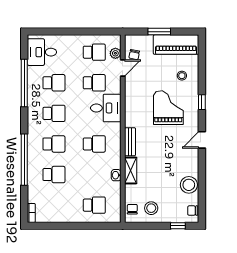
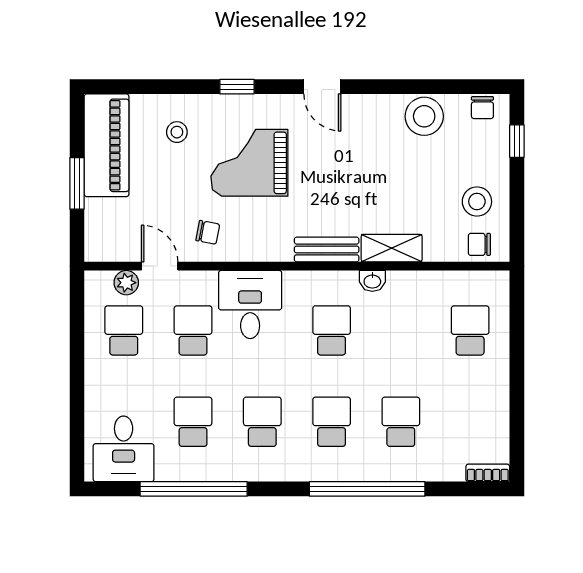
chair: (134, 55) -> (208, 232), moved
washbasin: (116, 175) -> (372, 281), moved

